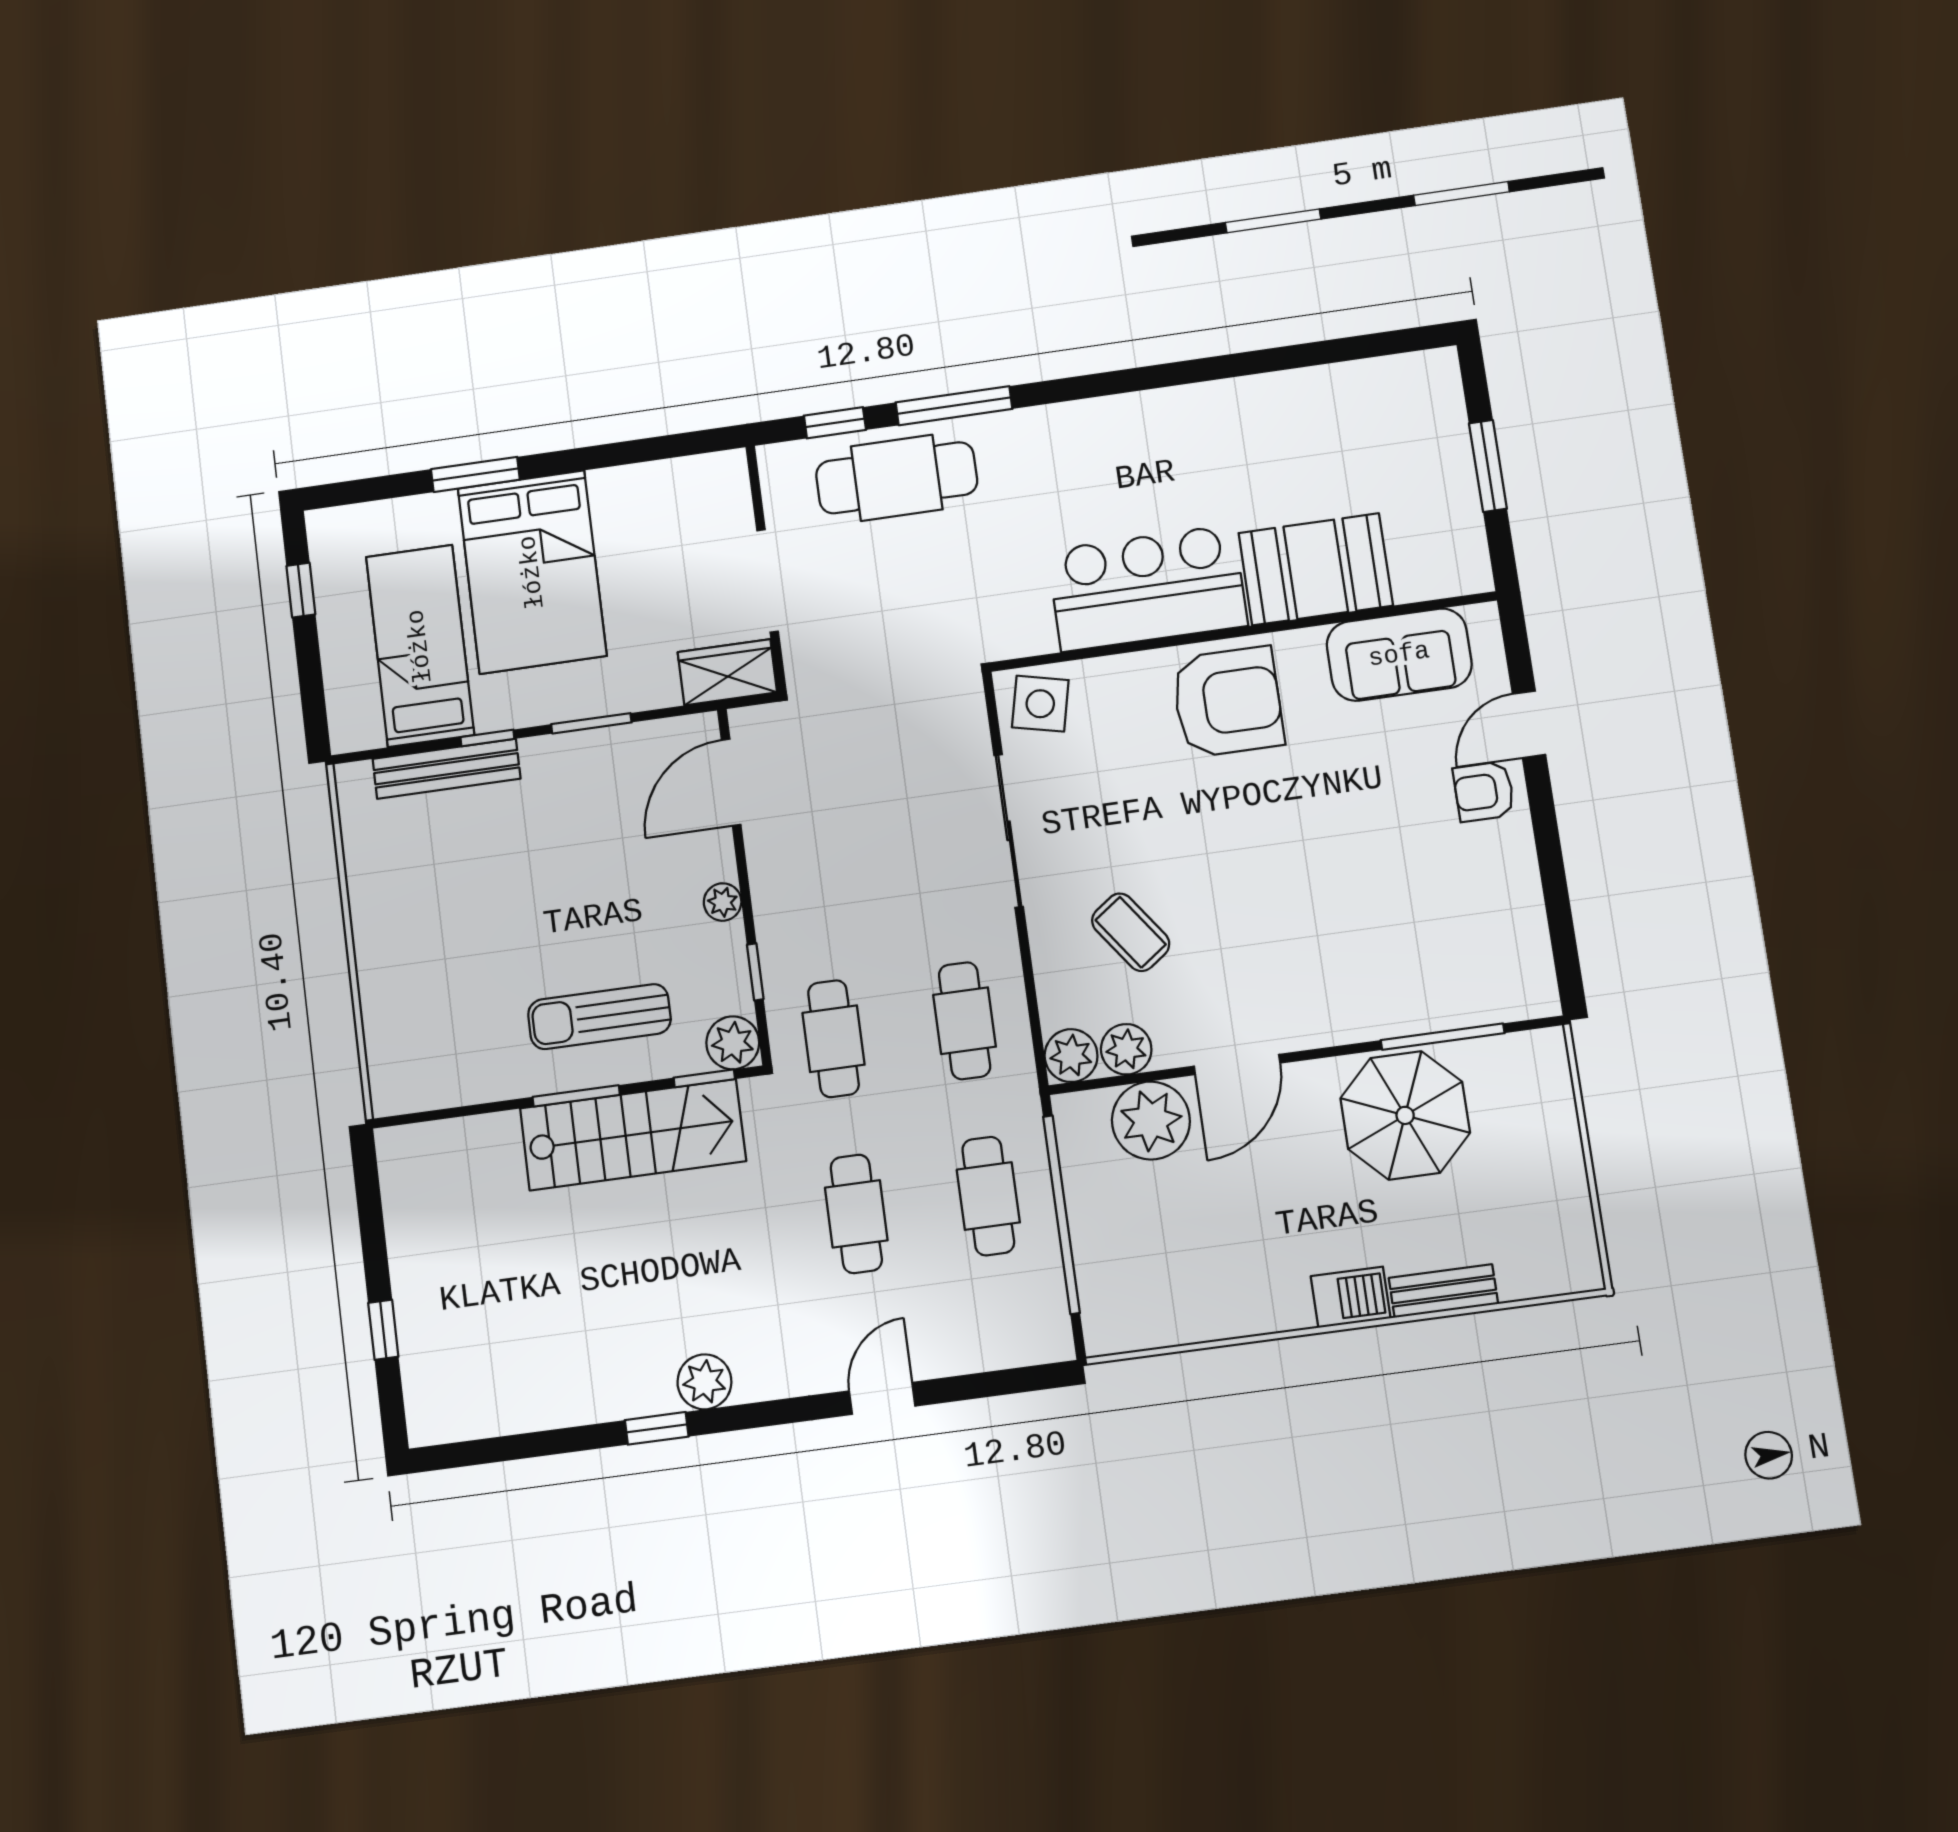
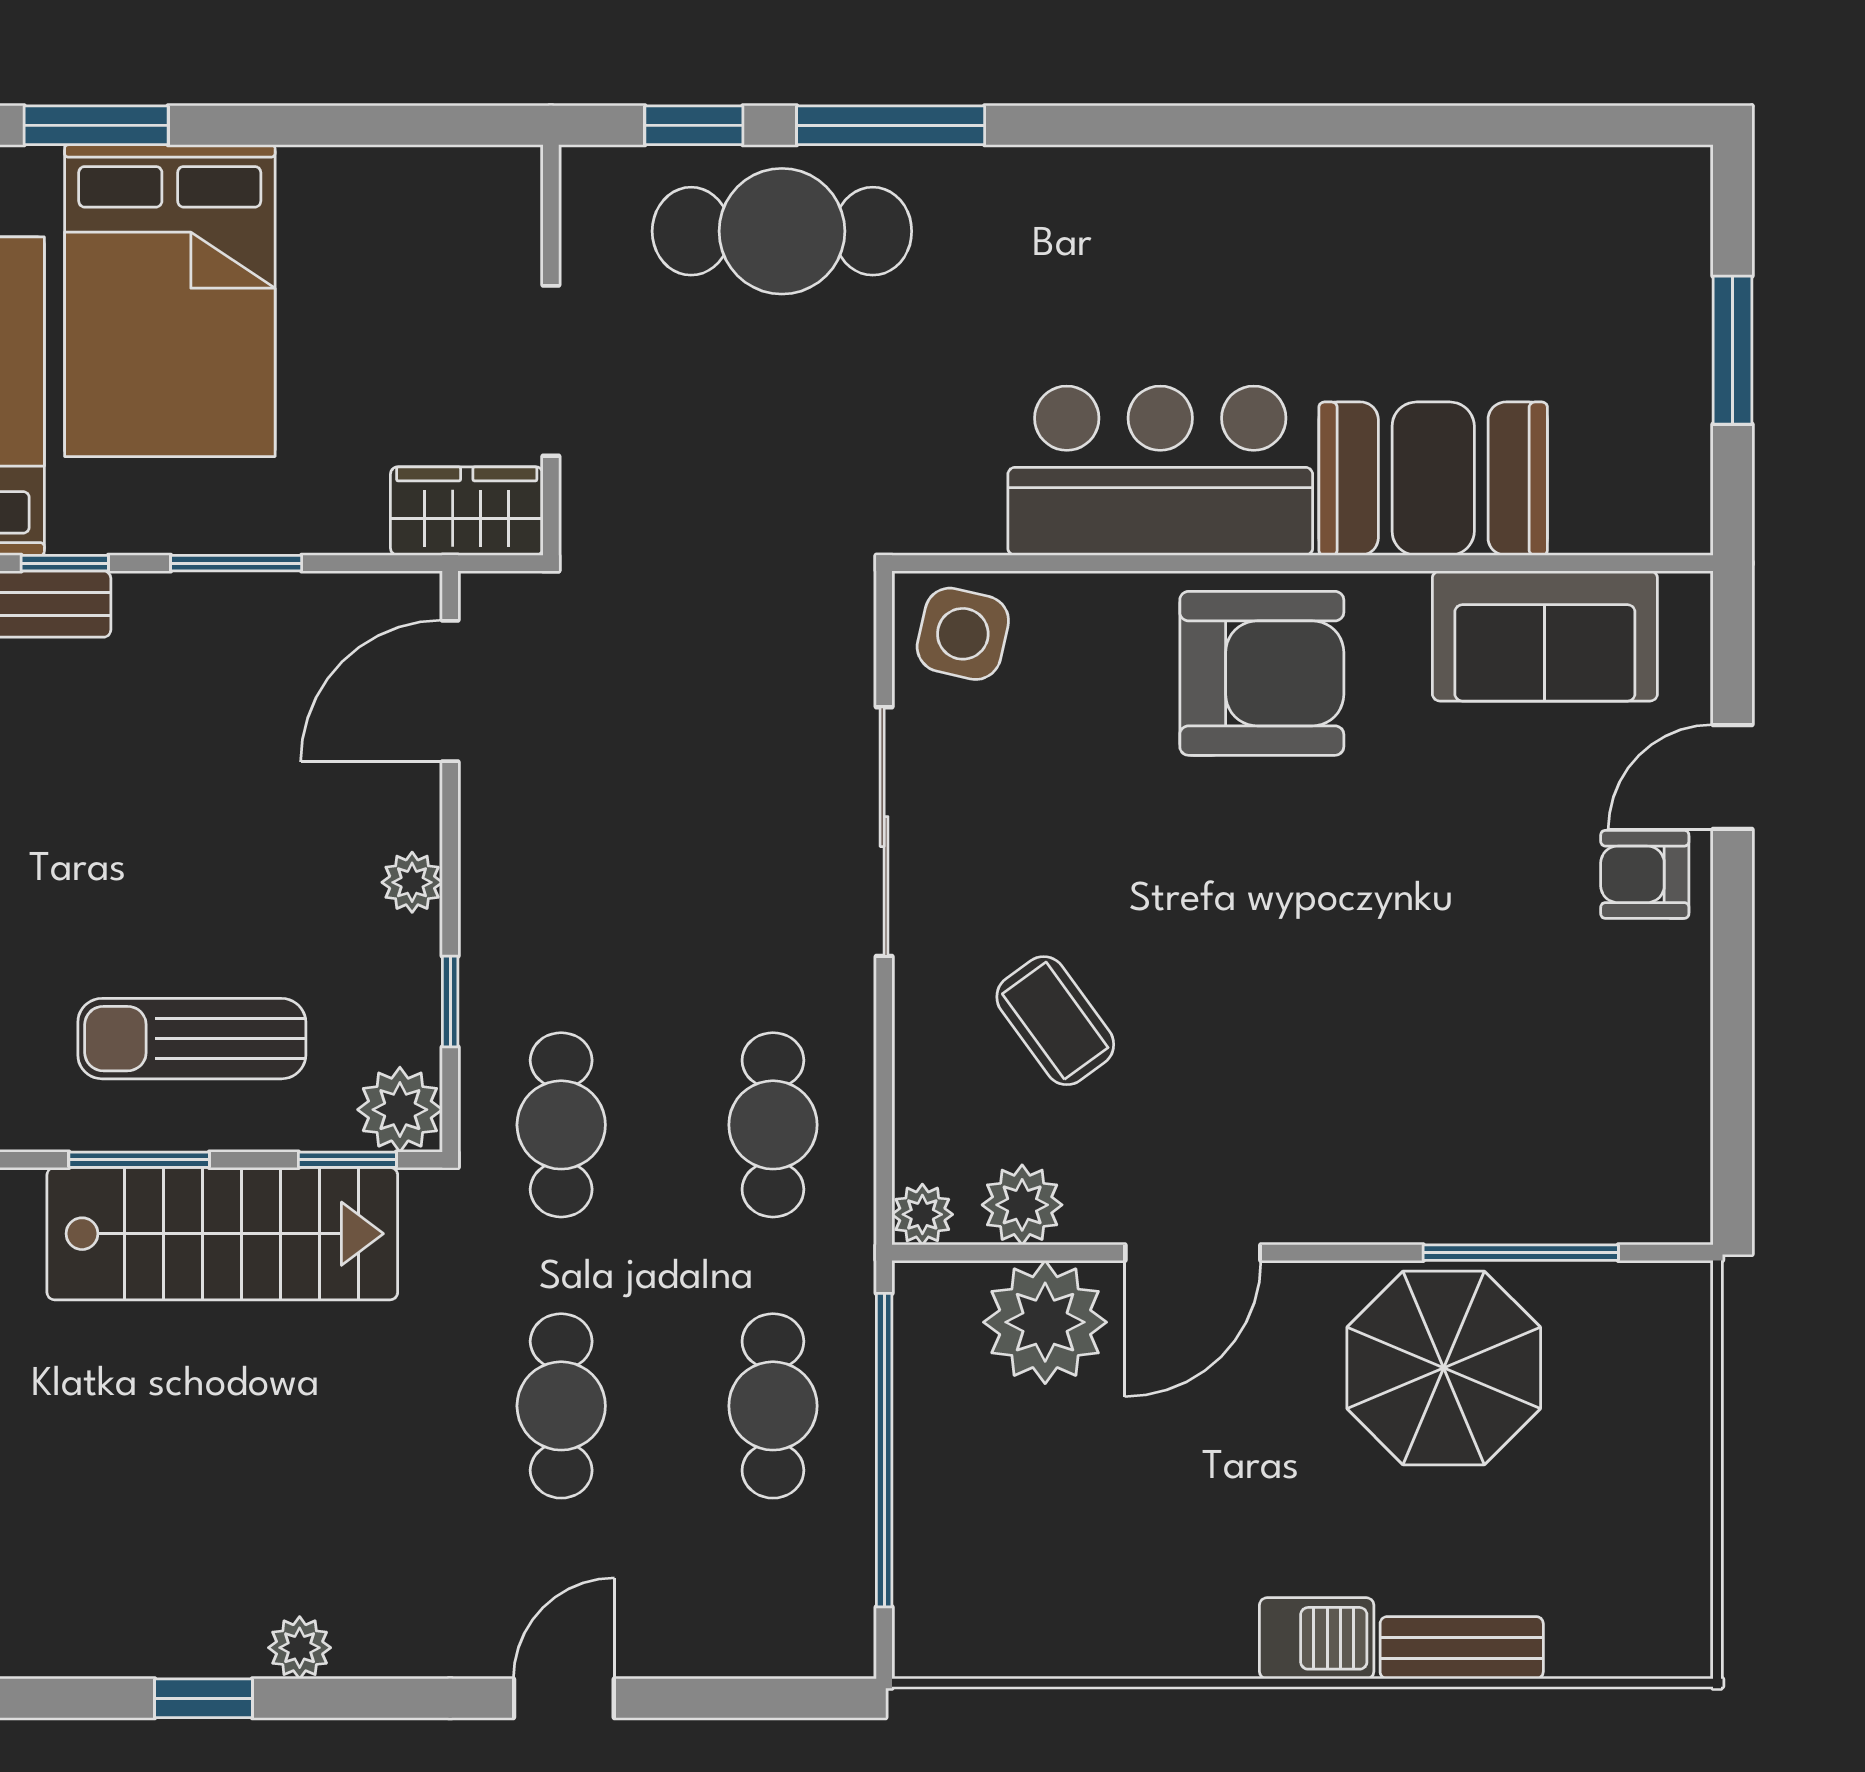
plant: (1071, 1056) -> (922, 1214), width x0.73, depth x0.73
plant: (704, 1382) -> (300, 1648), width x0.73, depth x0.73

